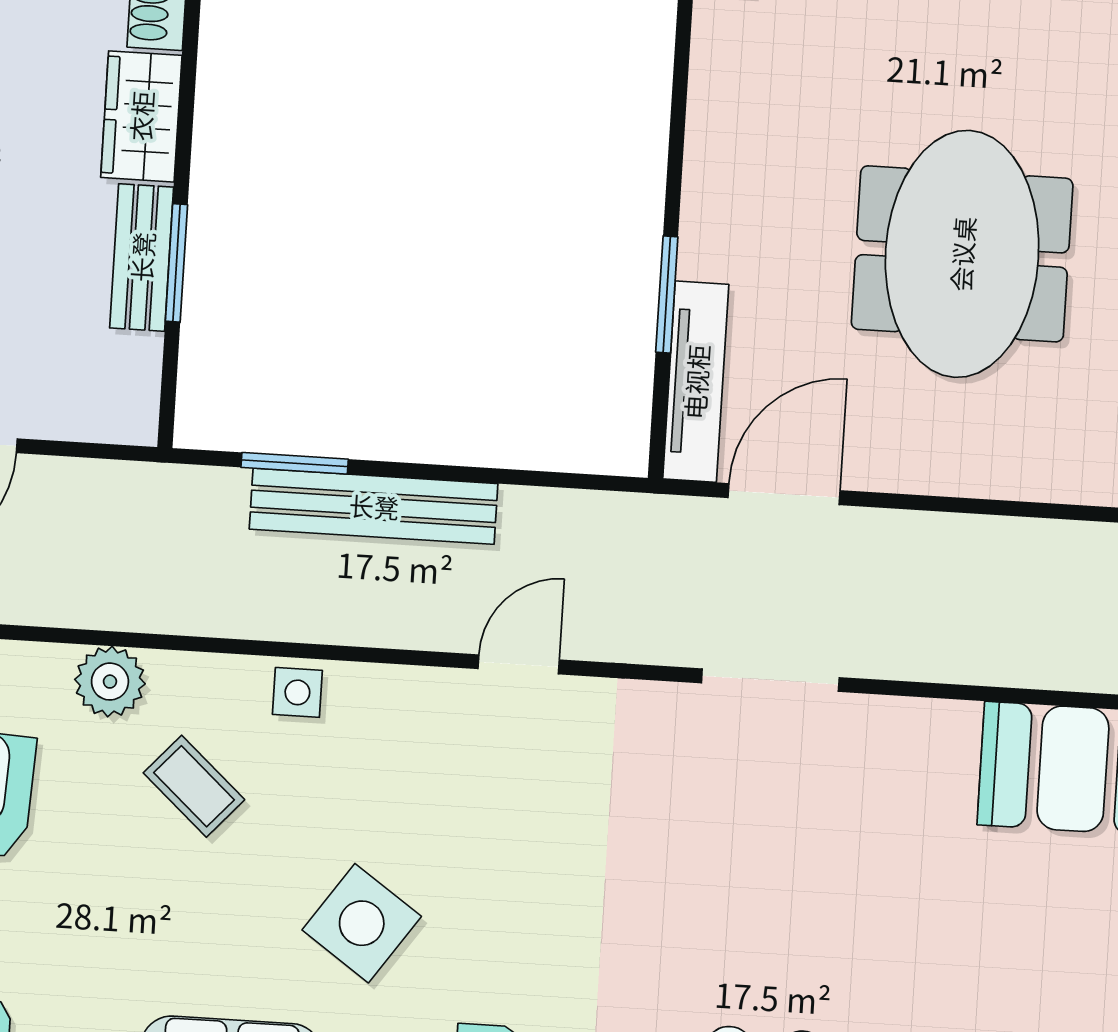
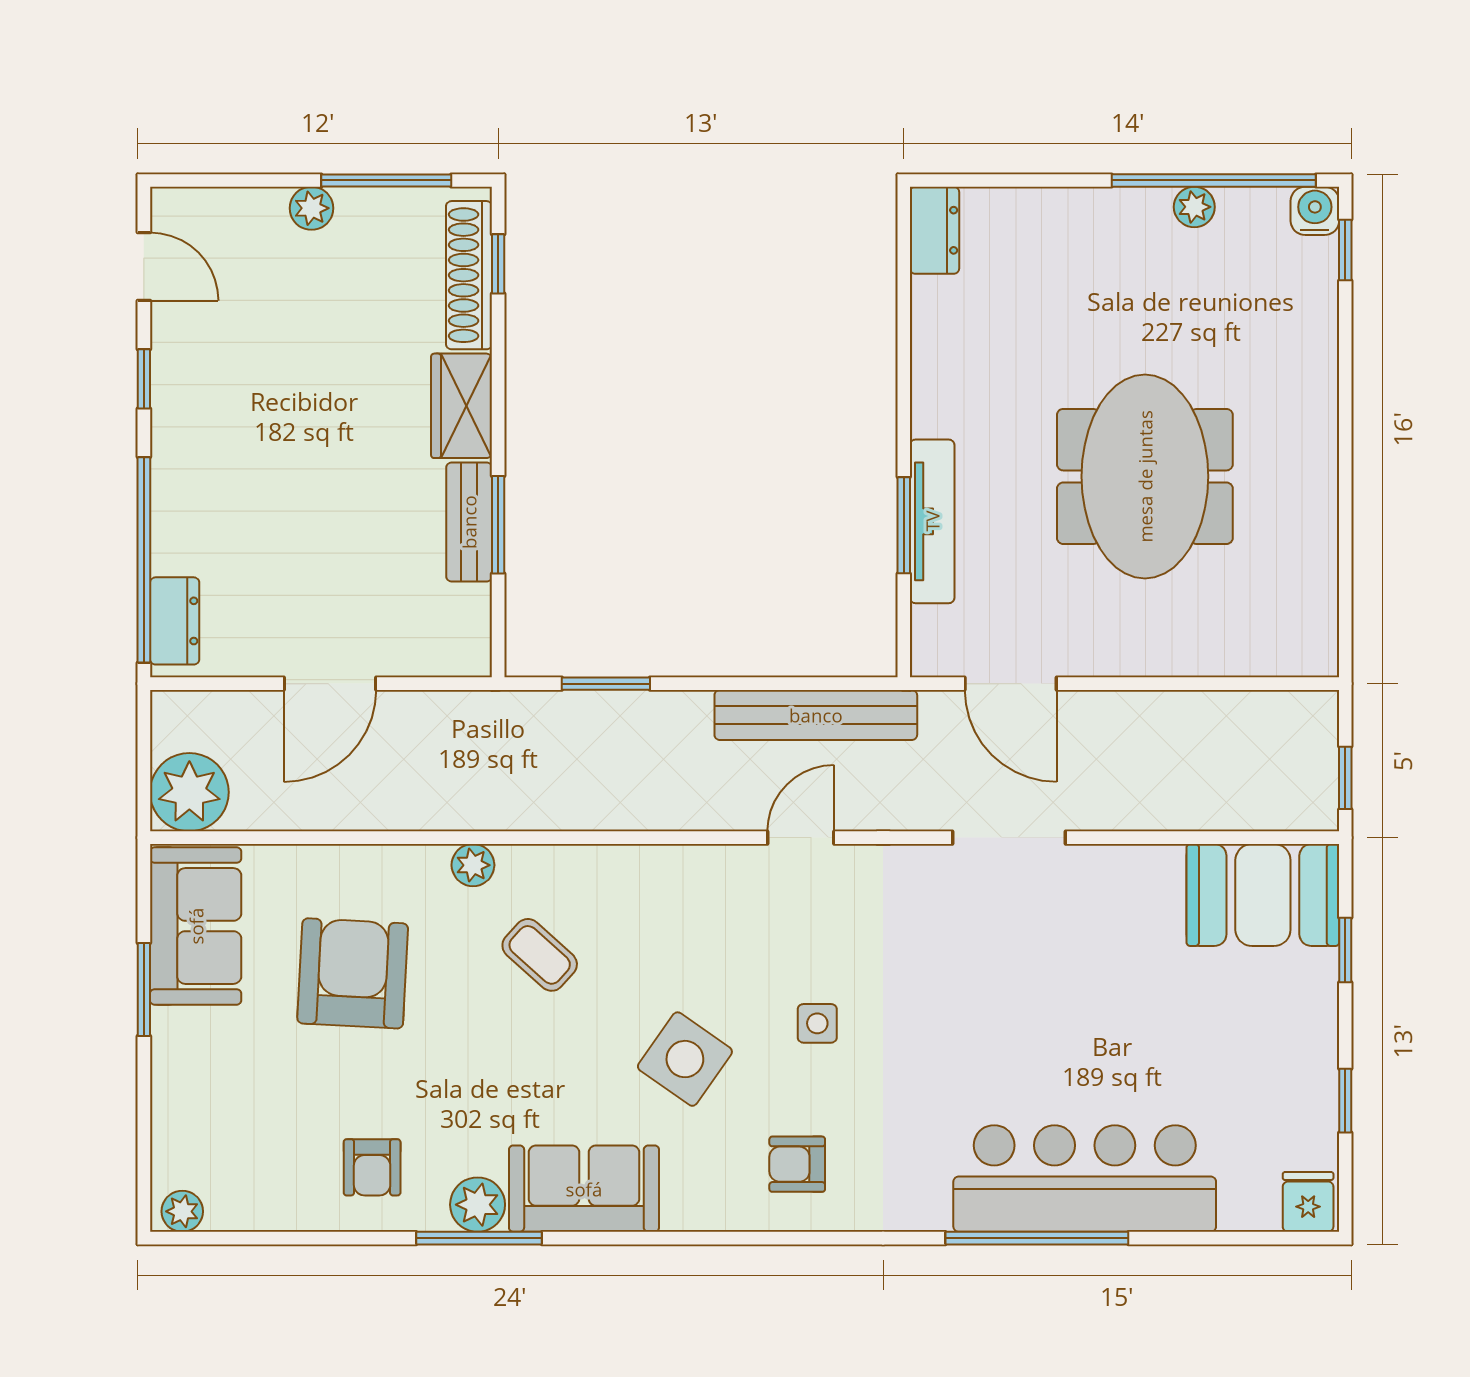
tv unit: (696, 382) -> (932, 521), moved
door: (784, 494) -> (1011, 684), swing flipped
bench: (374, 506) -> (816, 715), moved
plant: (110, 682) -> (473, 865), width x0.73, depth x0.73
side table: (297, 692) -> (817, 1023), moved

